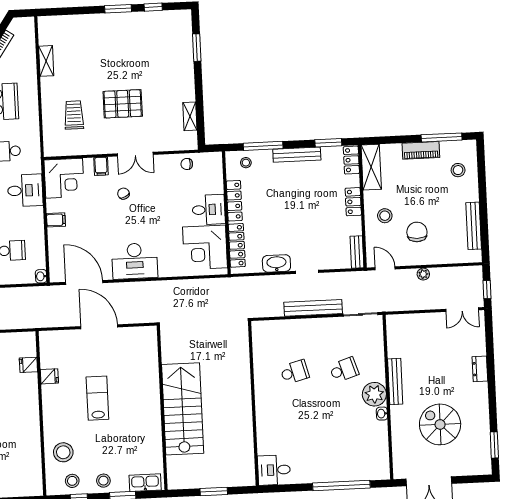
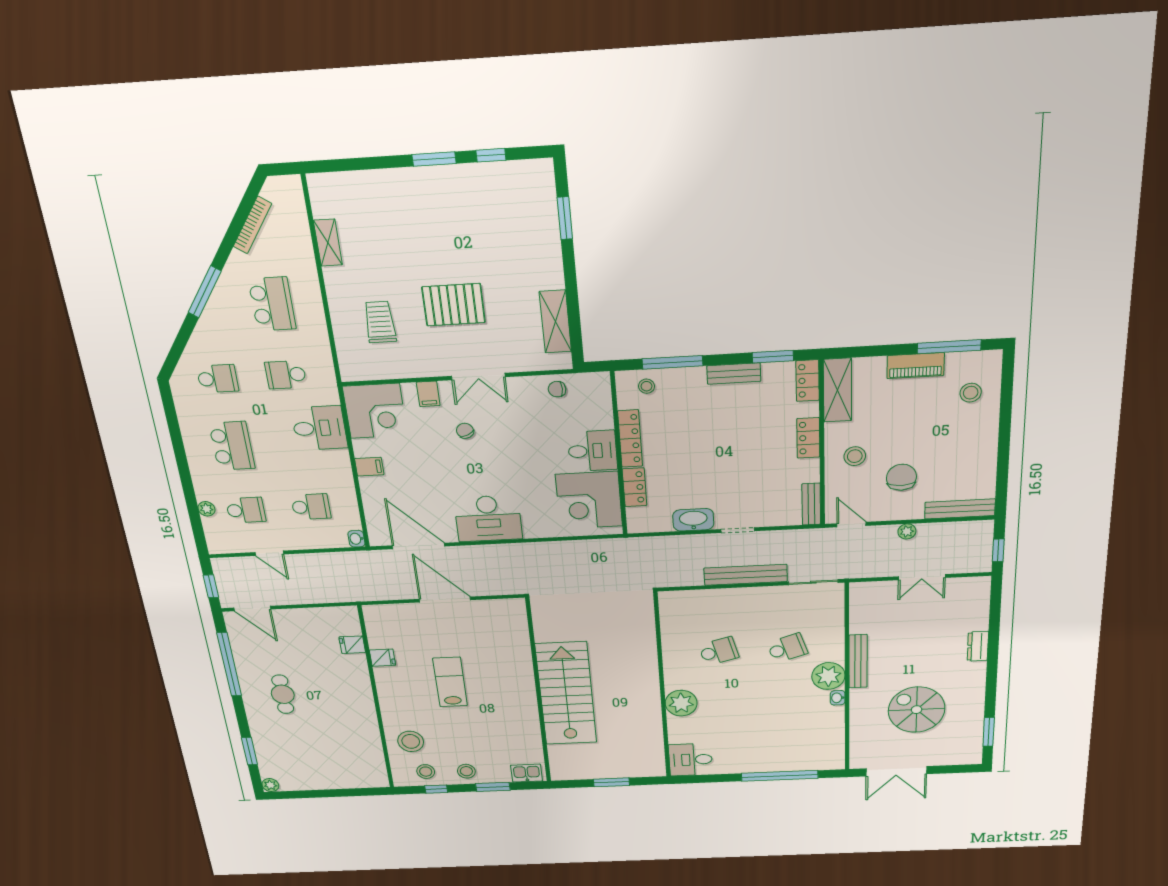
shelving: (190, 116) -> (555, 322), width x1.50, depth x1.33
bench: (297, 155) -> (734, 374), width x0.73
bench: (474, 226) -> (960, 509), moved, turned 90
locker: (237, 245) -> (634, 487), width x0.66
double door: (462, 310) -> (922, 577), moved
plant: (267, 418) -> (681, 703), added
kitchen sink: (145, 483) -> (527, 773), width x0.73

